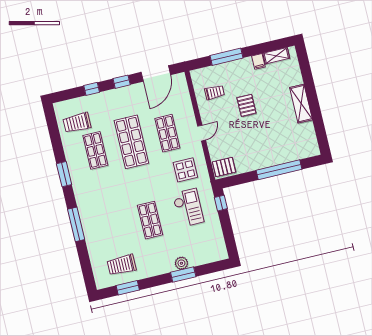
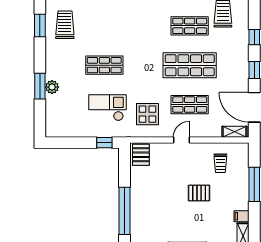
shelving: (183, 86) -> (235, 132), added
door: (202, 133) -> (181, 140), swing flipped
checkout: (188, 208) -> (108, 108), turned 180

